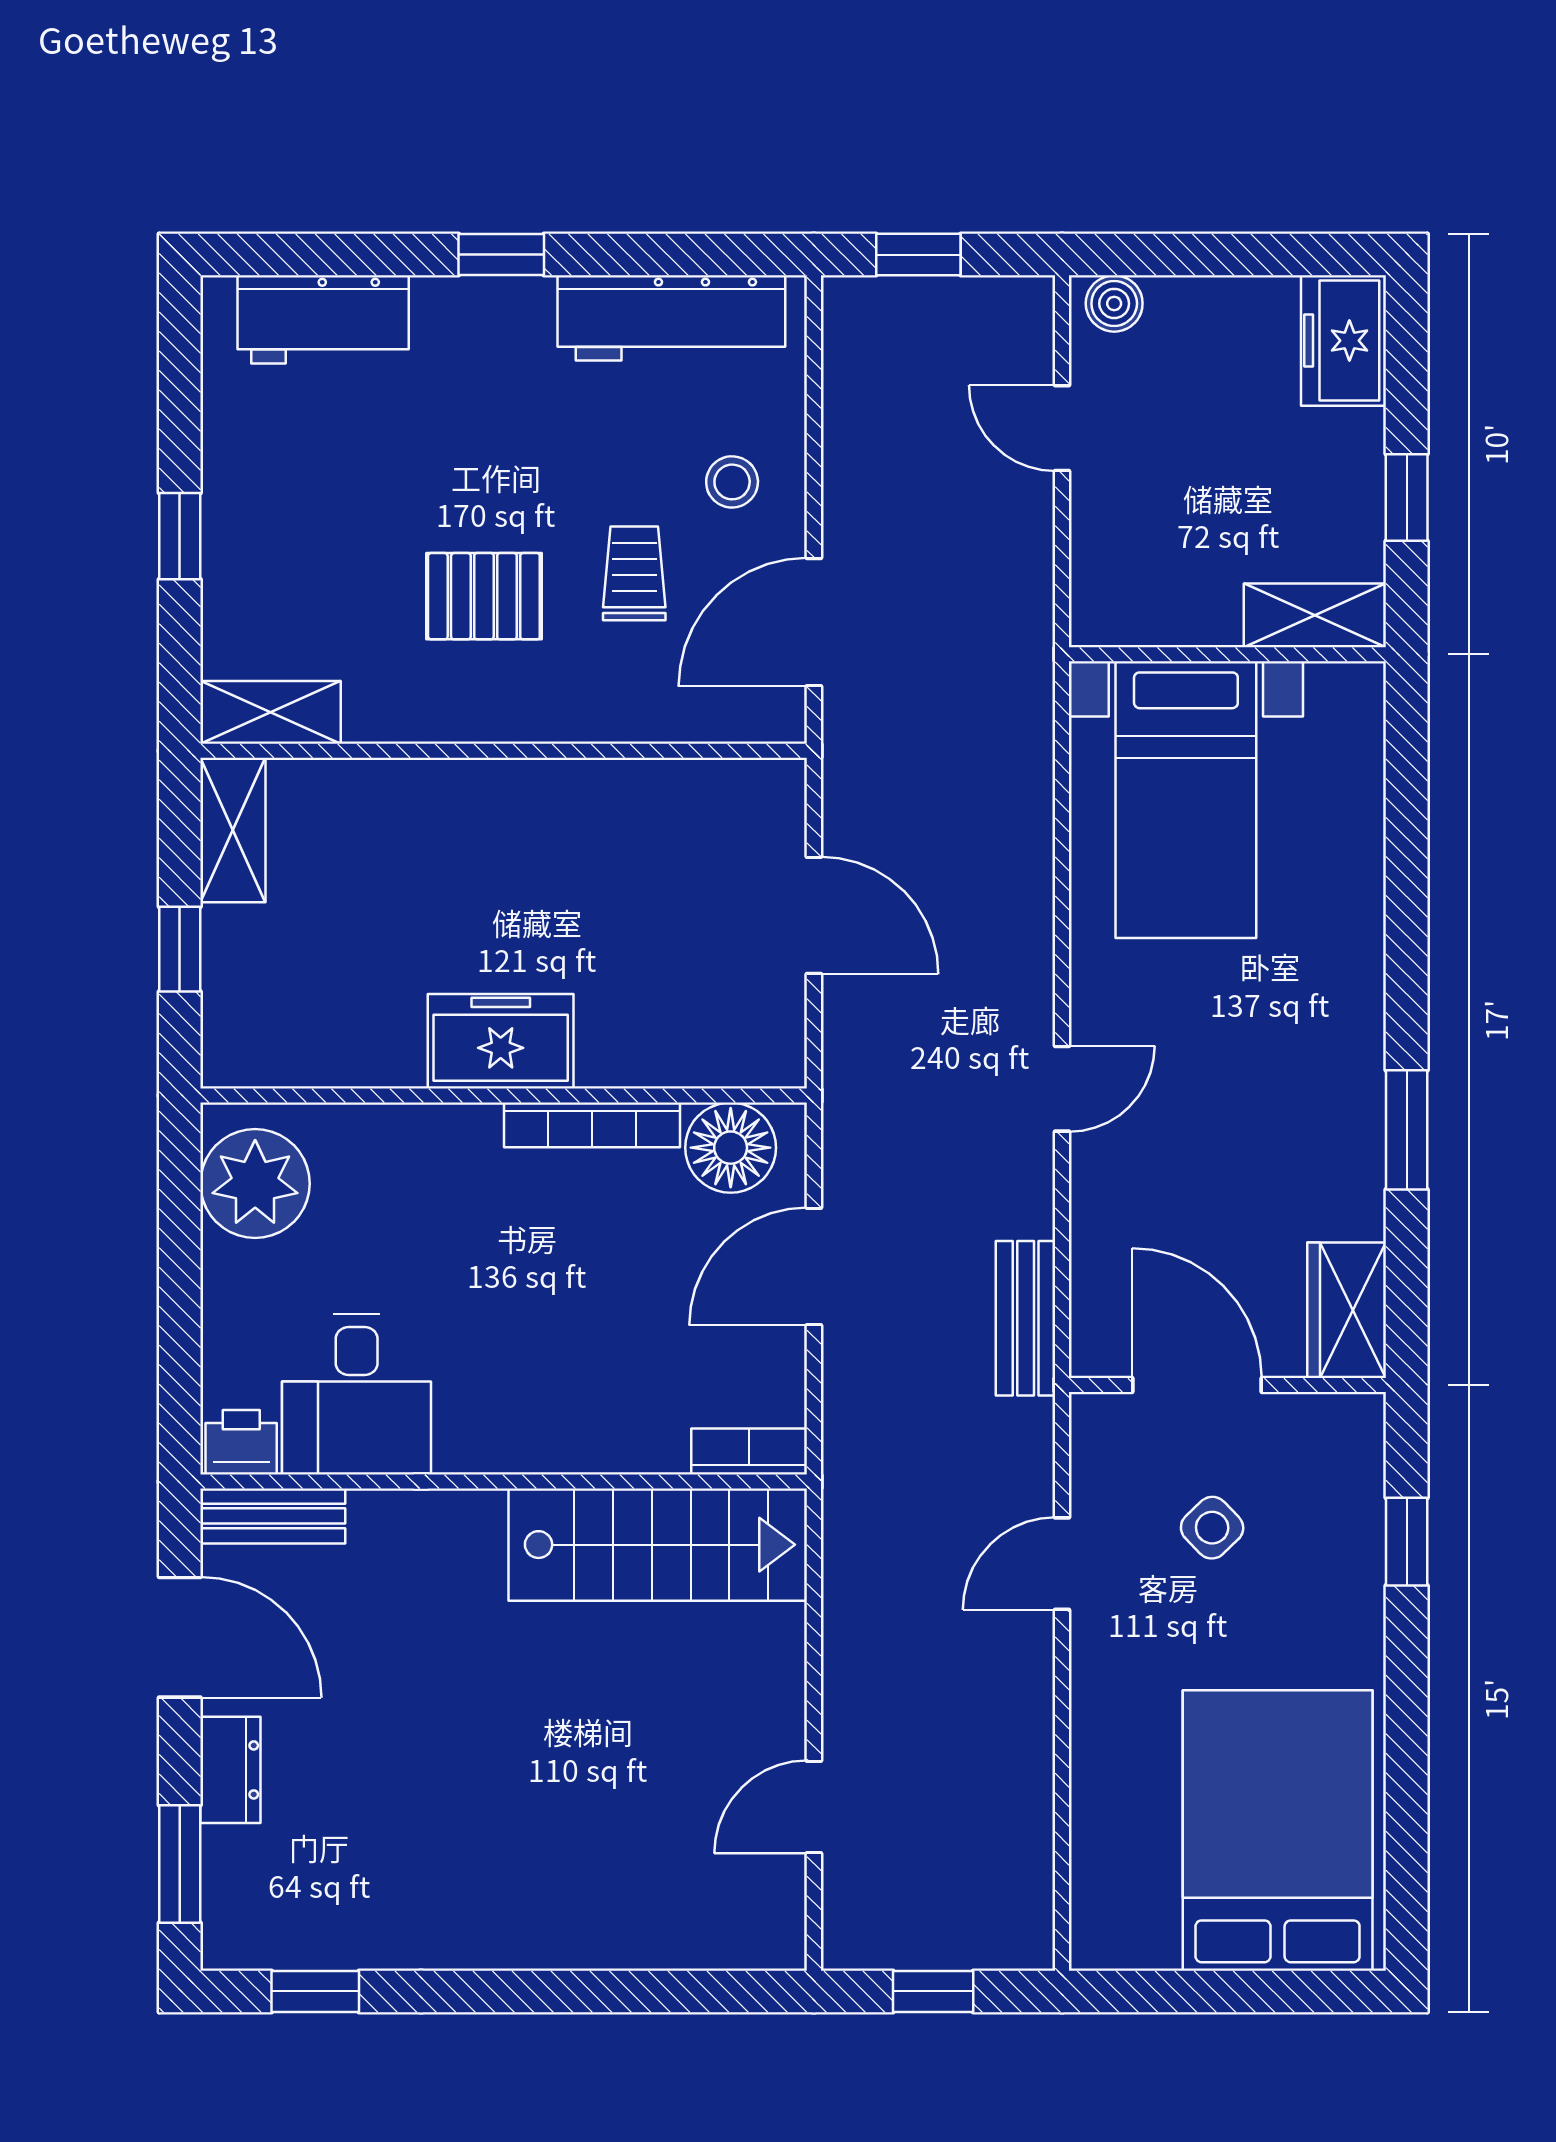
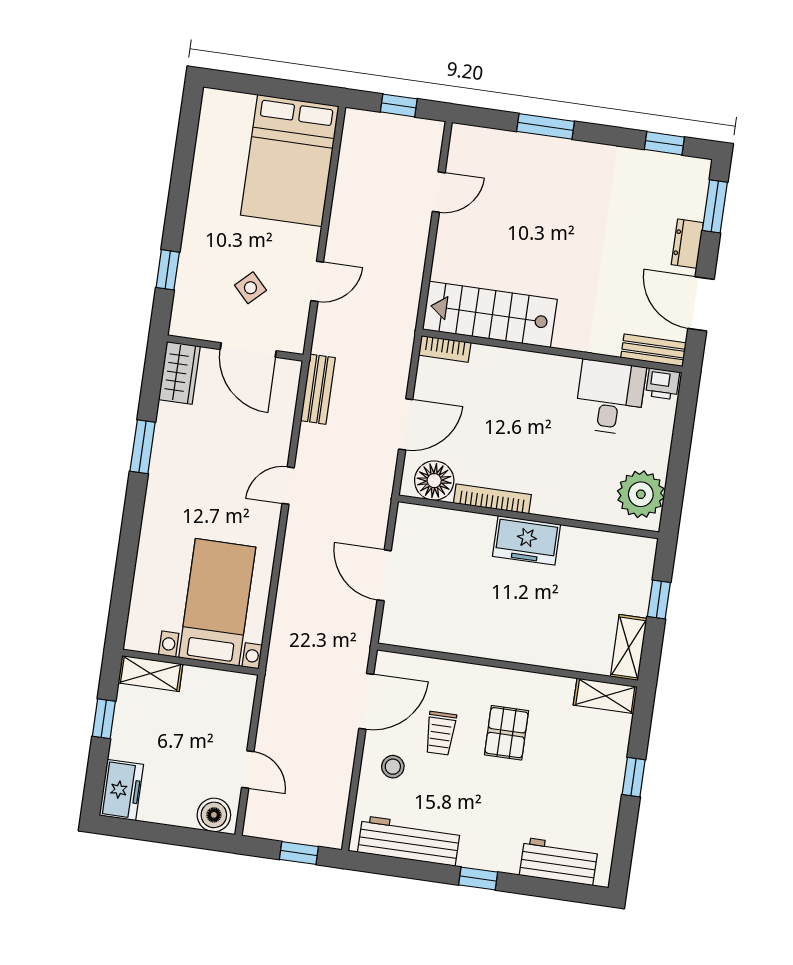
boiler: (1114, 303) -> (214, 815), width x1.36, depth x1.36
pallet: (484, 596) -> (506, 733), turned 90
bed: (1278, 1830) -> (290, 161), moved
window: (592, 1991) -> (546, 126), added

